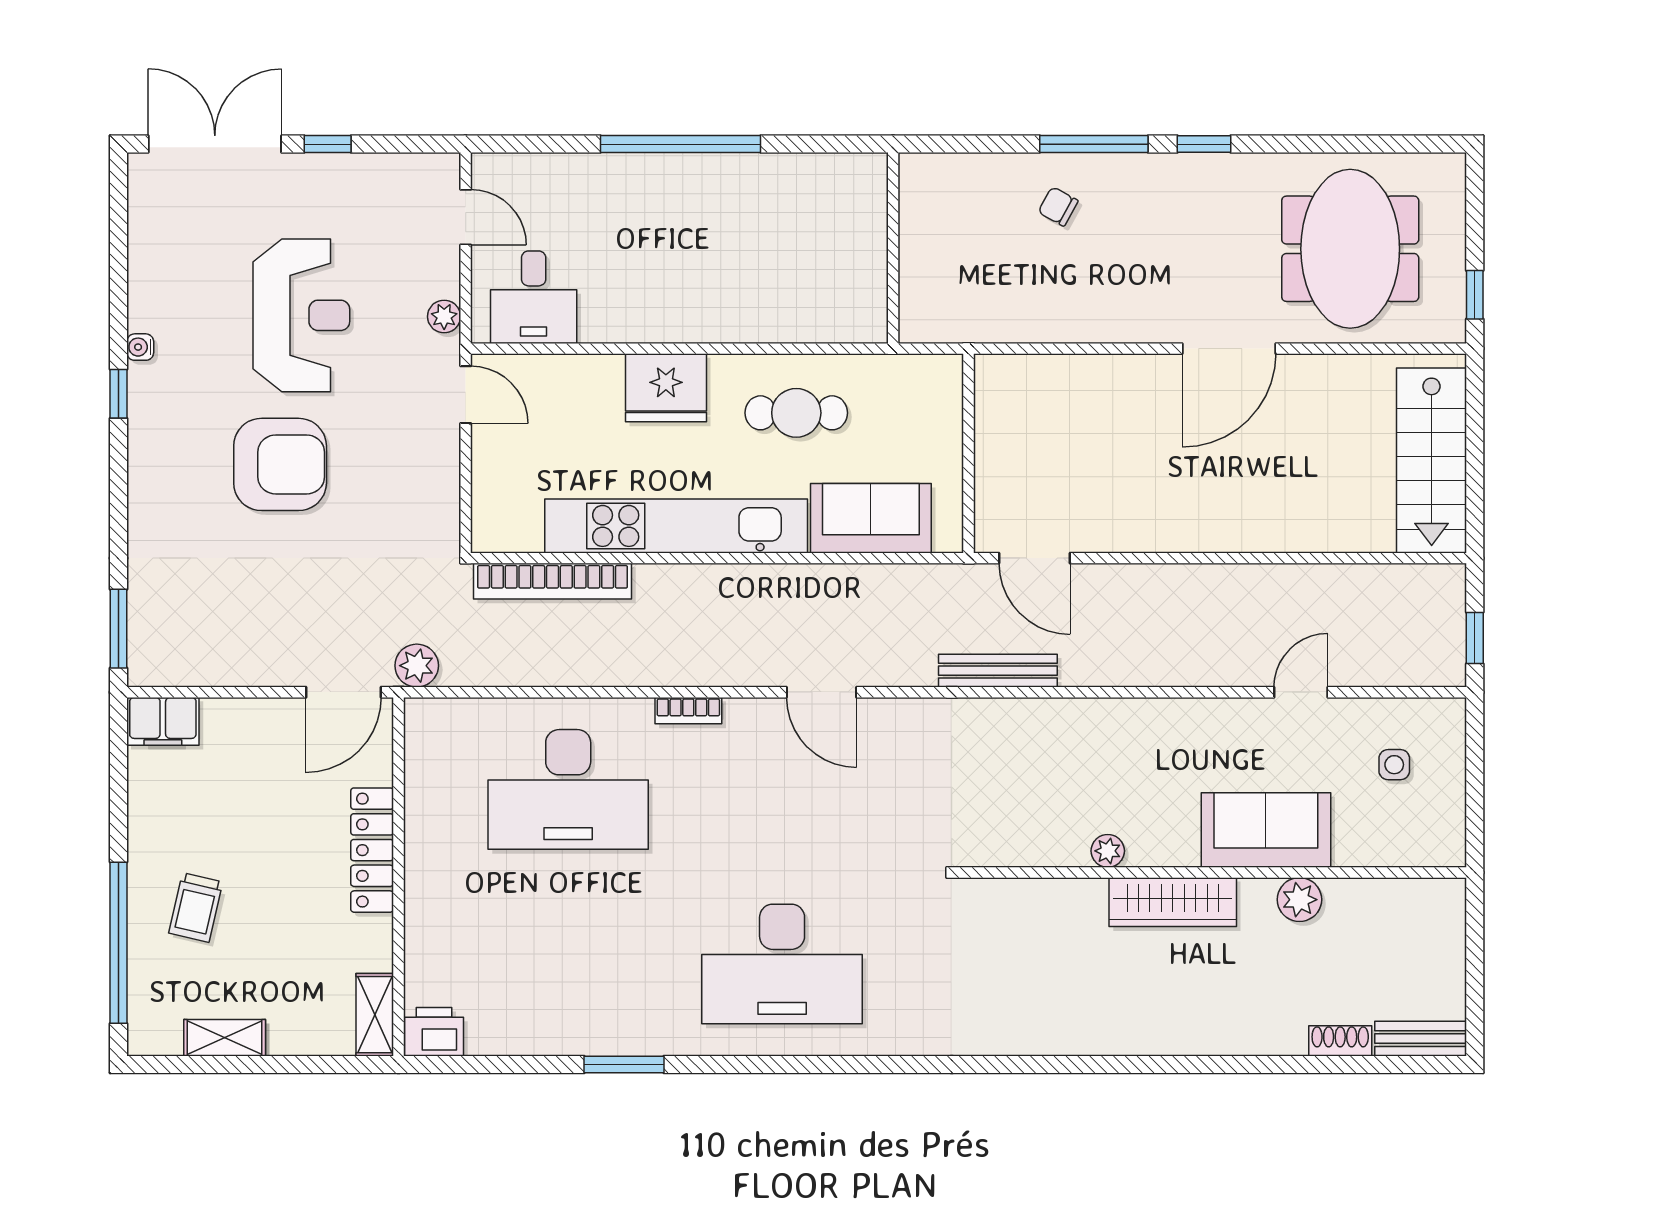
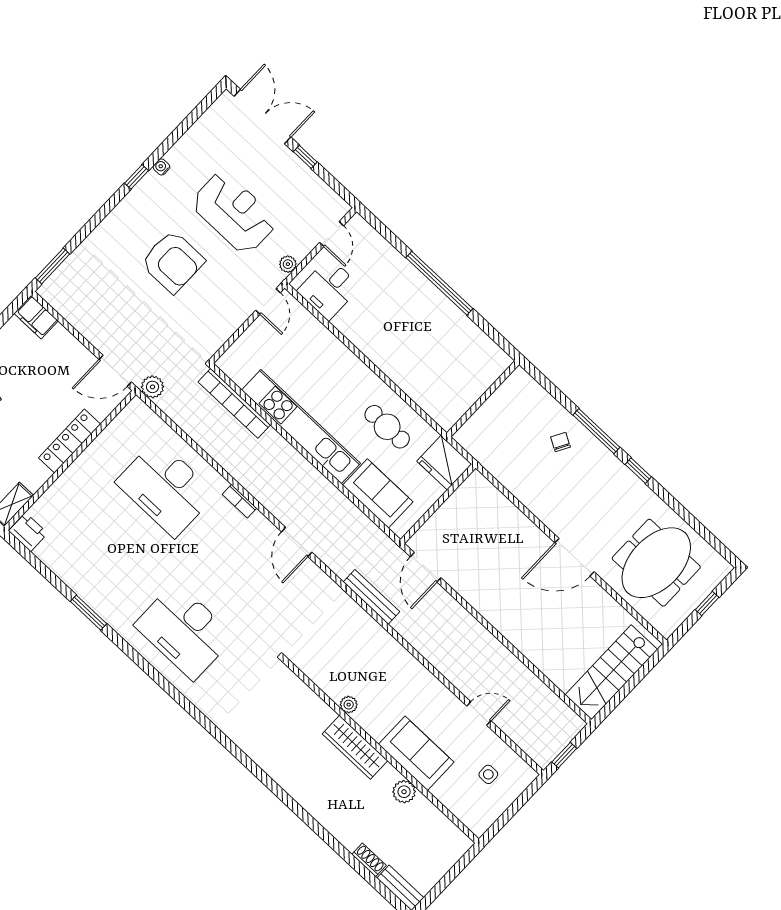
window: (1475, 295) -> (707, 604), moved
reception desk: (301, 315) -> (234, 213), turned -90
fridge: (666, 388) -> (444, 463), moved

